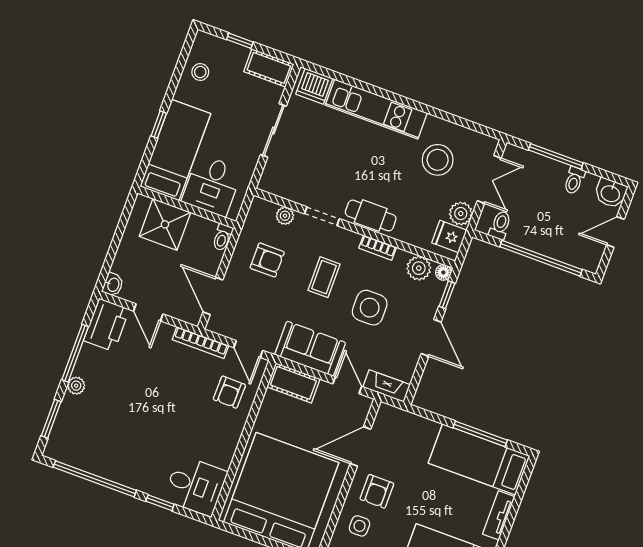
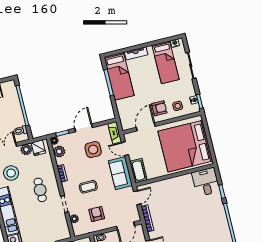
cafe table: (371, 215) -> (40, 190), moved
side table: (370, 308) -> (93, 150), moved
door: (347, 385) -> (125, 149), hinge flipped
armchair: (229, 392) -> (159, 194), removed
door: (360, 446) -> (146, 127), swing flipped

